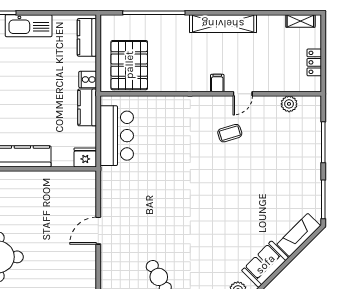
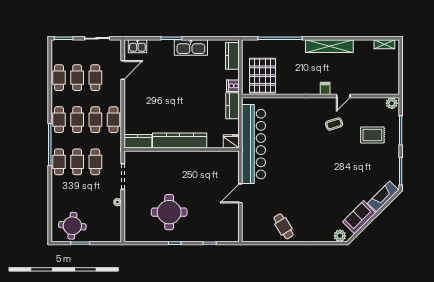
locker: (314, 62) -> (394, 74), removed
plant: (289, 104) -> (392, 103), moved
bar counter: (117, 136) -> (254, 144), width x1.86
rug: (284, 148) -> (372, 135), added

